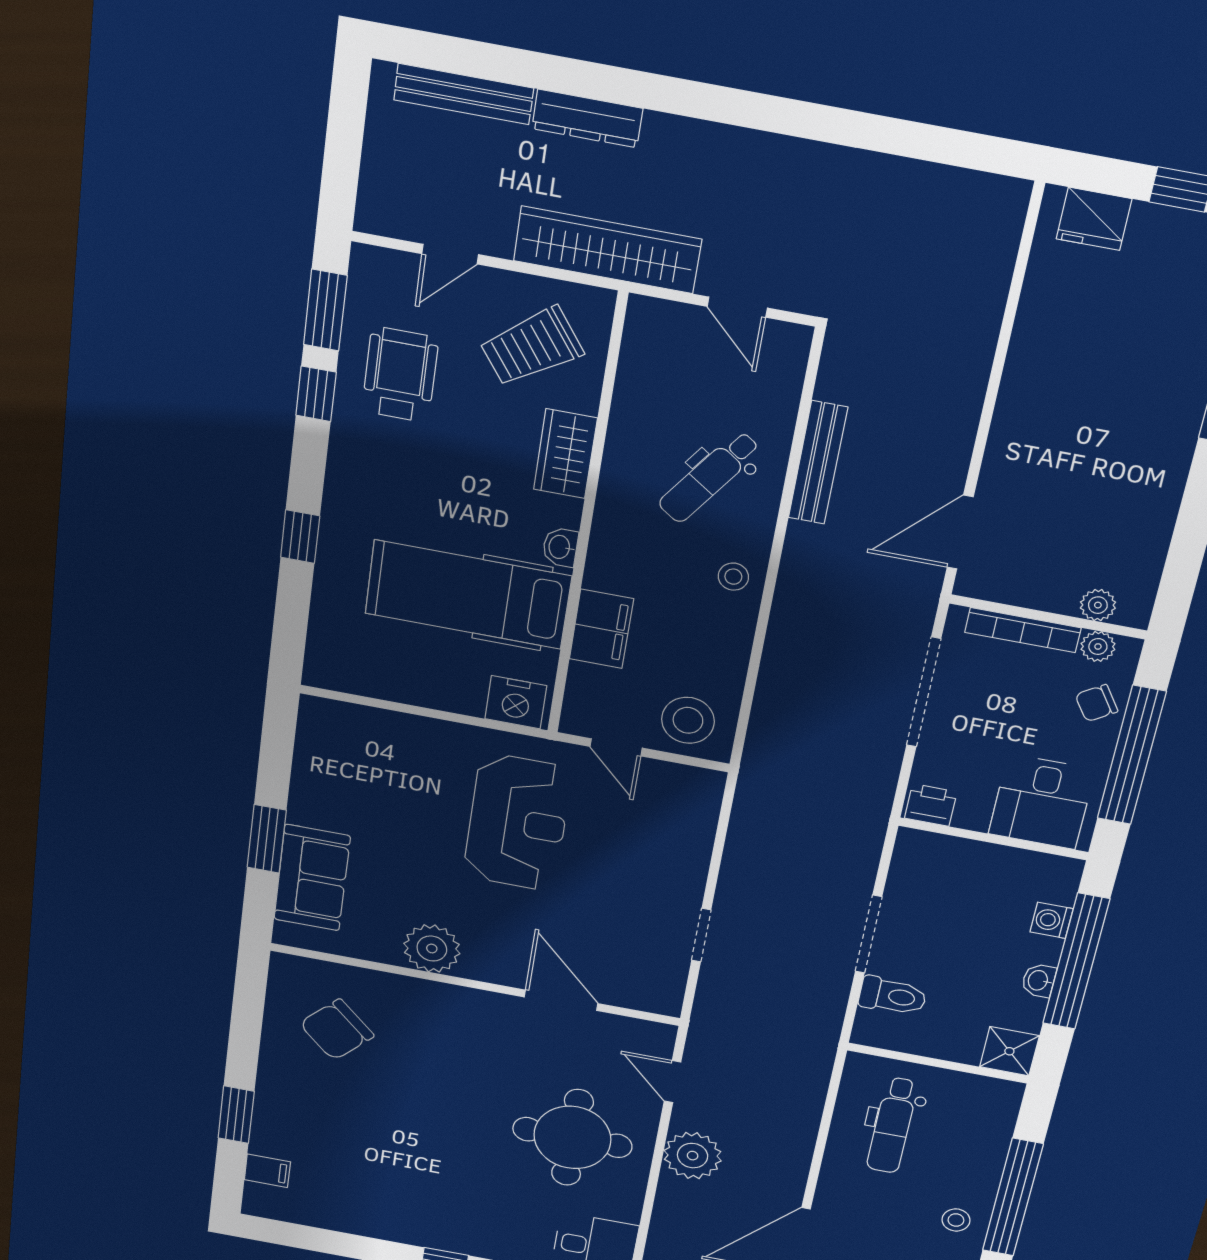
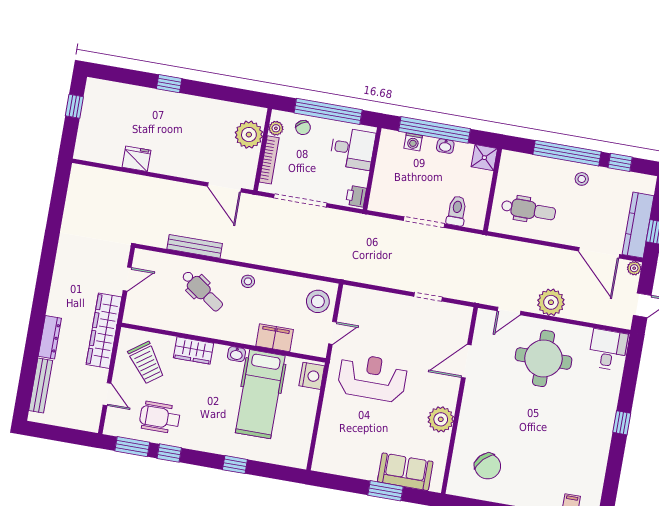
fridge: (1094, 219) -> (137, 159), moved, turned -90
plant: (1098, 605) -> (249, 135), width x1.88, depth x1.88

